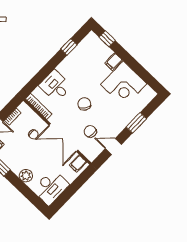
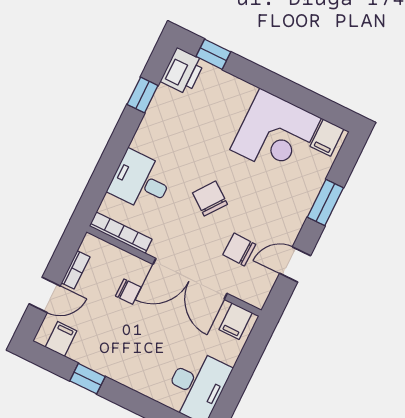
printer: (91, 42) -> (183, 71), added
filing cabinet: (114, 62) -> (327, 138), moved
plant: (26, 176) -> (140, 379), removed

